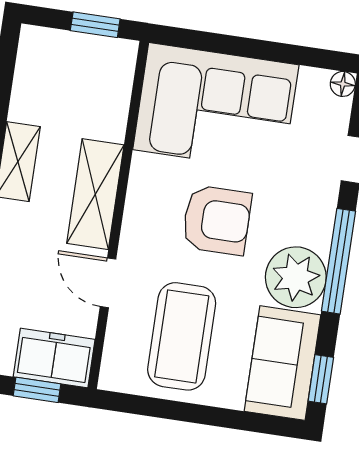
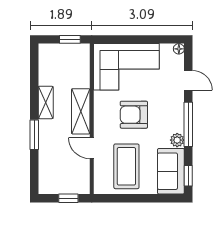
armchair: (217, 220) -> (134, 115), turned 180
plant: (296, 277) -> (177, 140), width x0.53, depth x0.53
freezer: (54, 358) -> (74, 184), removed

